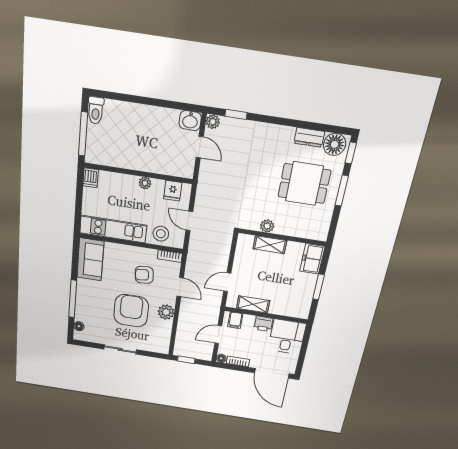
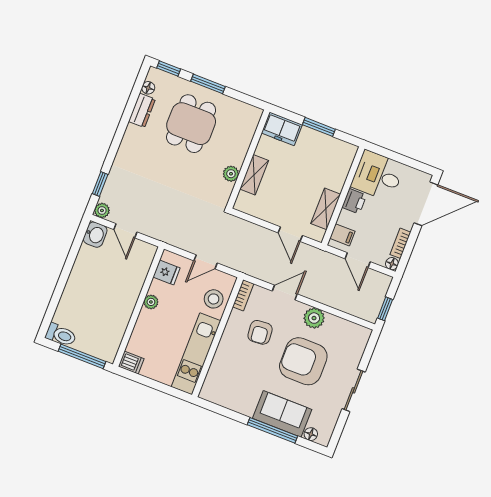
floor lamp: (335, 144) -> (148, 88), width x0.53, depth x0.53
door: (200, 147) -> (125, 231), swing flipped
sofa: (90, 259) -> (282, 414), moved

